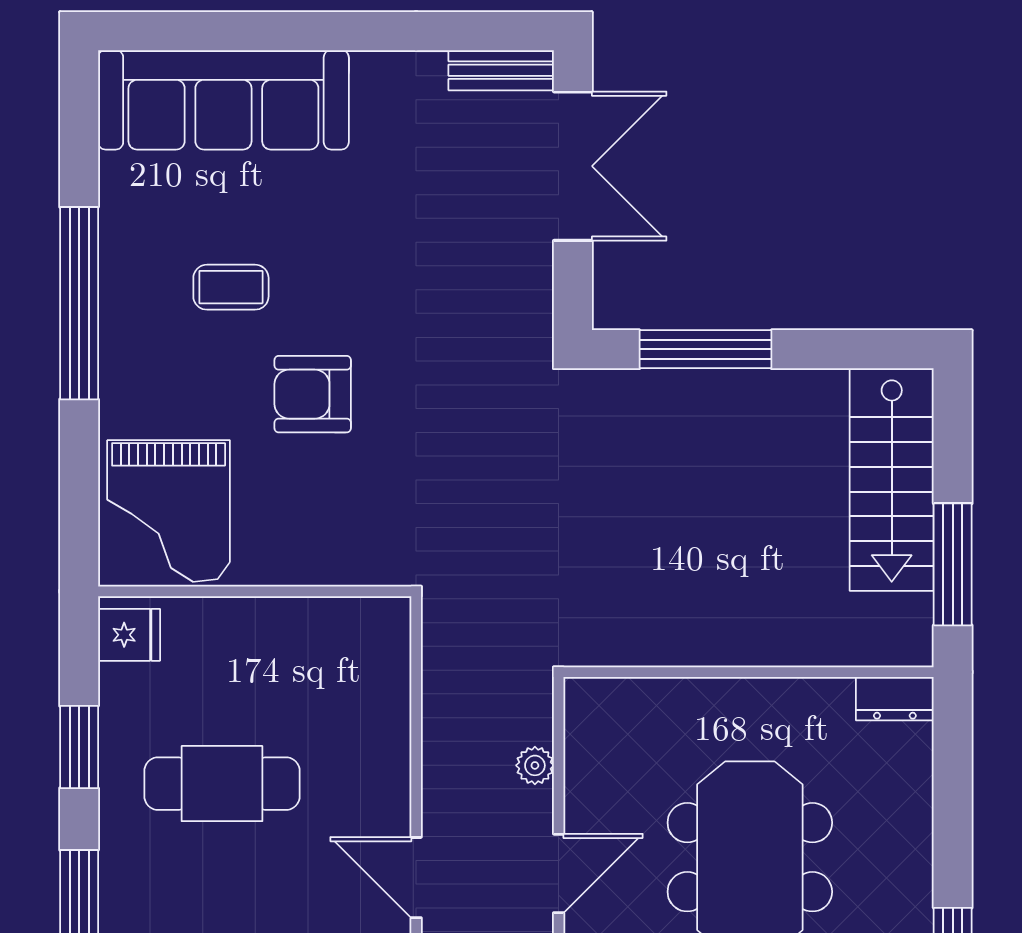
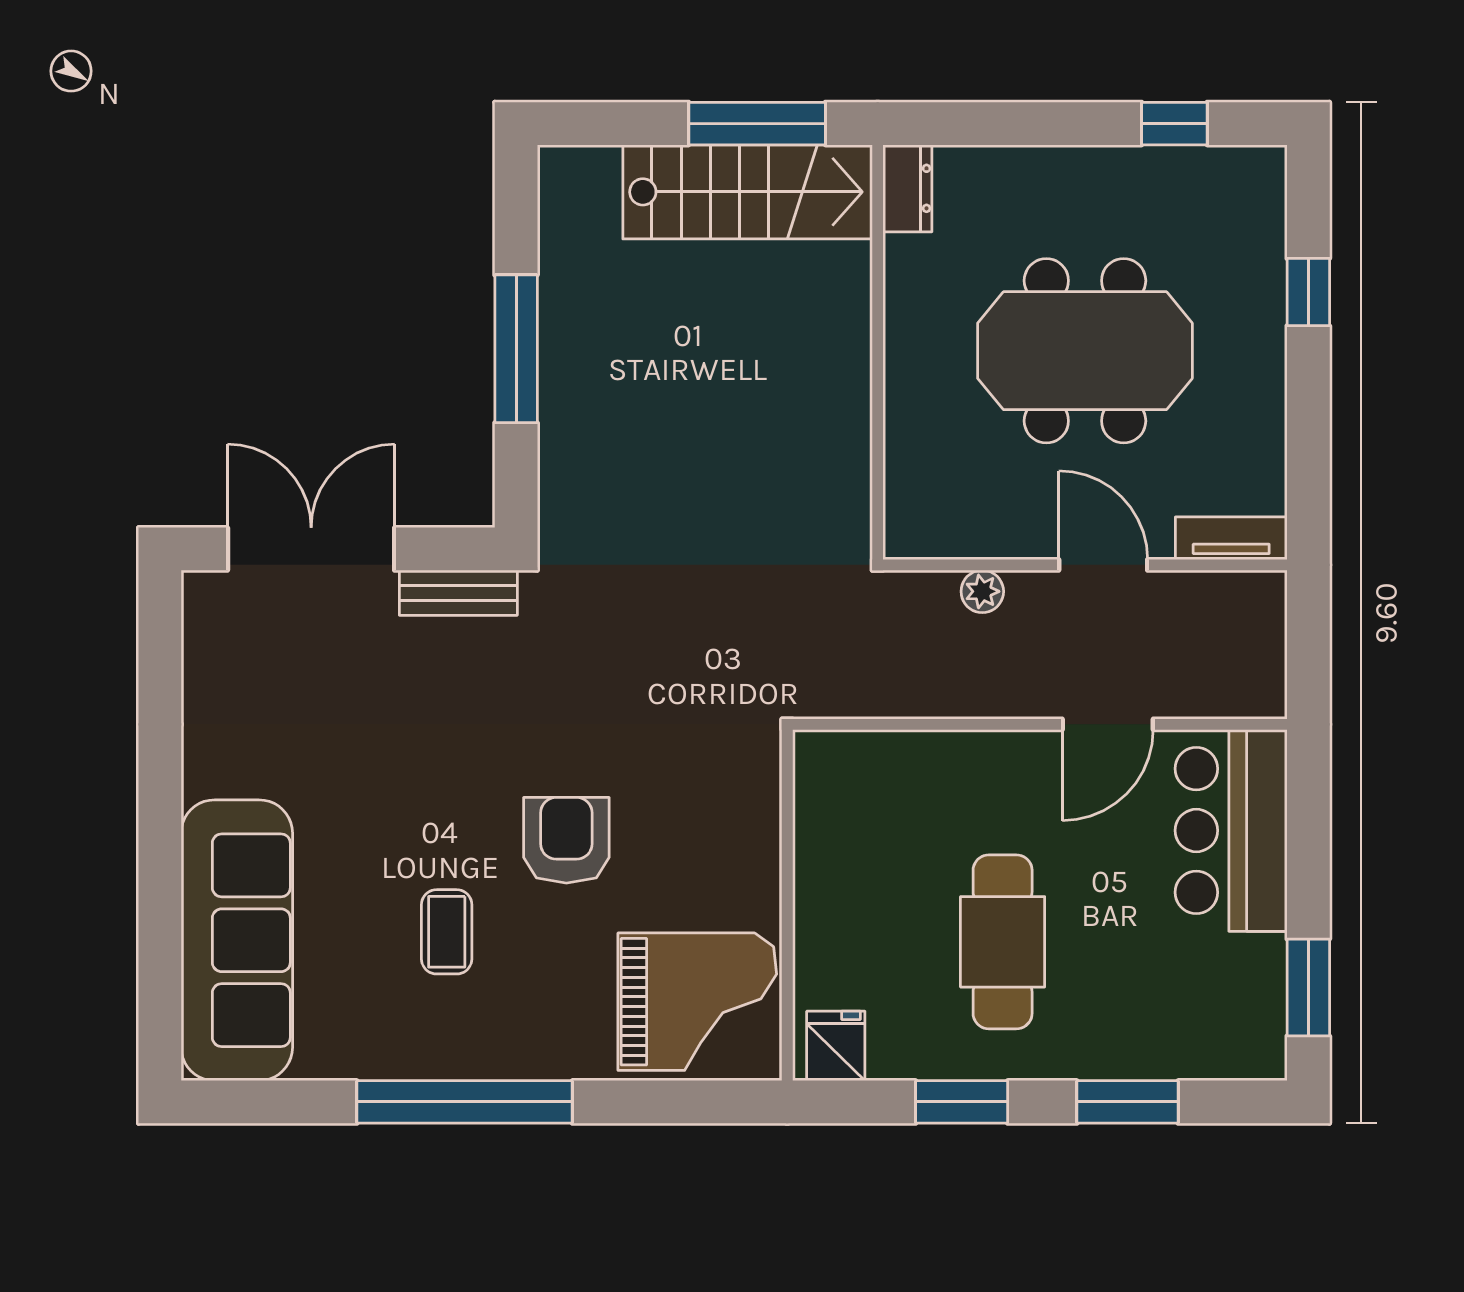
bench: (501, 70) -> (458, 593), moved, turned 90
window: (705, 349) -> (516, 349), moved
armchair: (313, 394) -> (566, 840), turned 180
stairs: (892, 480) -> (748, 192), moved

